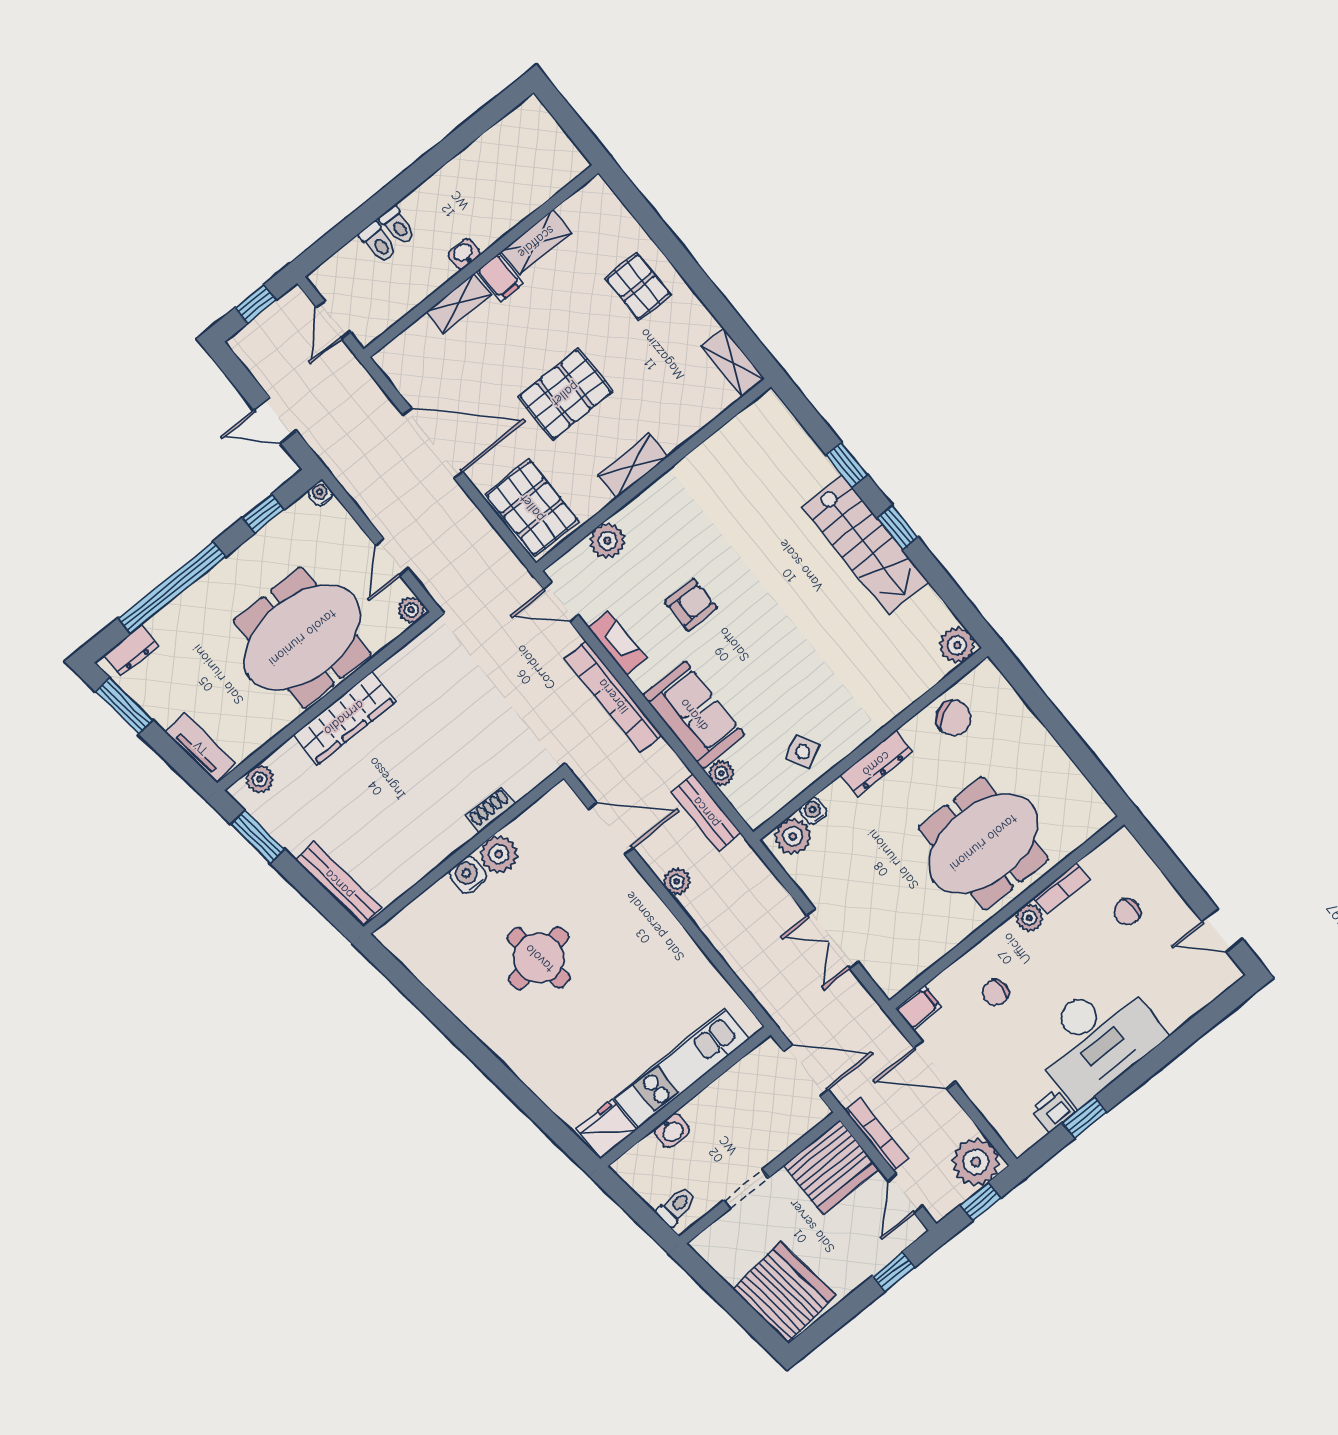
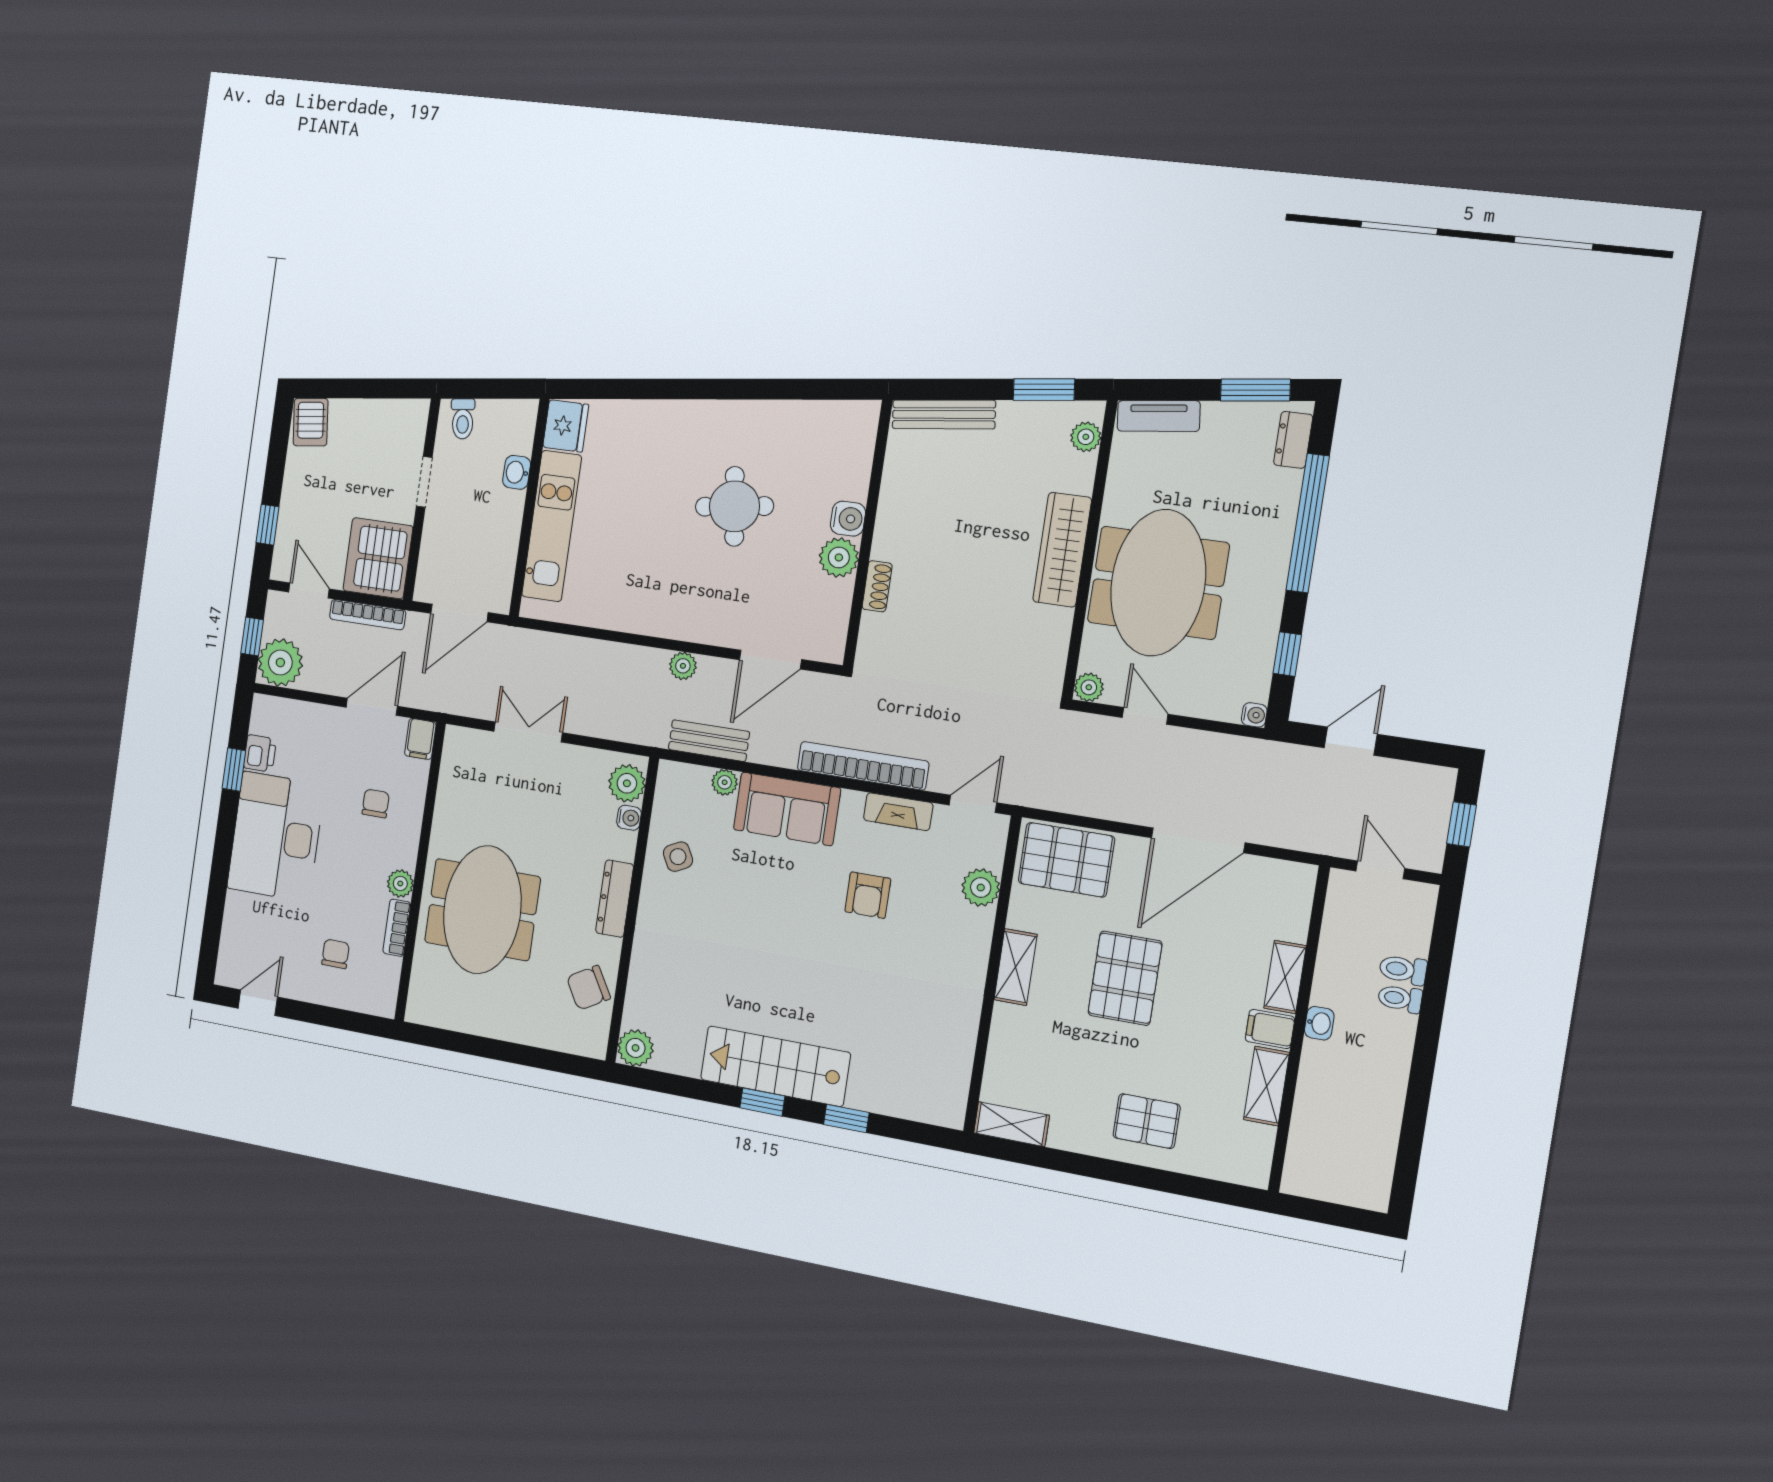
server rack: (784, 1292) -> (311, 422), width x0.46, depth x0.70

